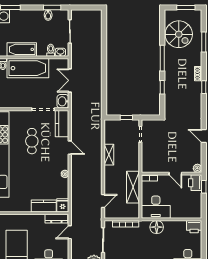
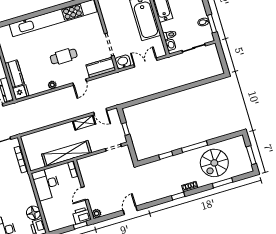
spiral stairs: (179, 34) -> (214, 163), moved
cafe table: (32, 141) -> (64, 56), moved
shelving: (133, 187) -> (67, 154), width x1.47
door: (103, 201) -> (100, 112), moved
floor lamp: (157, 227) -> (33, 213), moved

